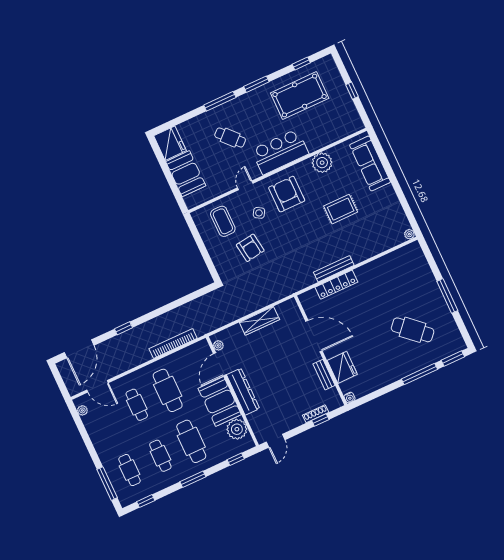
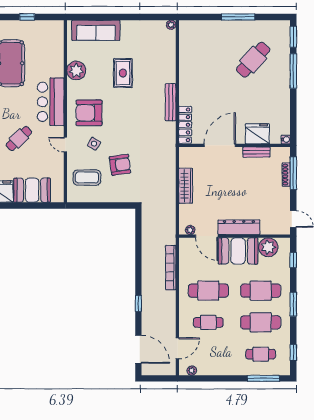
locker: (336, 285) -> (185, 125), moved
window: (320, 420) -> (293, 173), width x2.17
cafe table: (160, 456) -> (261, 322), width x1.37, depth x1.35

